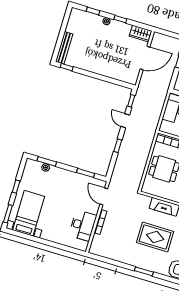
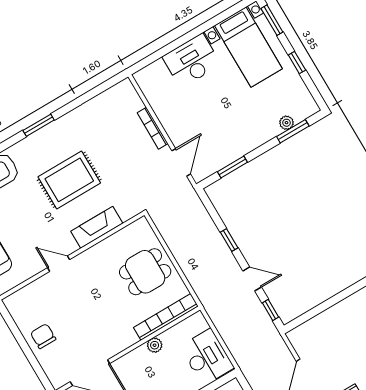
door: (104, 196) -> (181, 162), hinge flipped
desk: (83, 225) -> (192, 61), moved, turned 90

